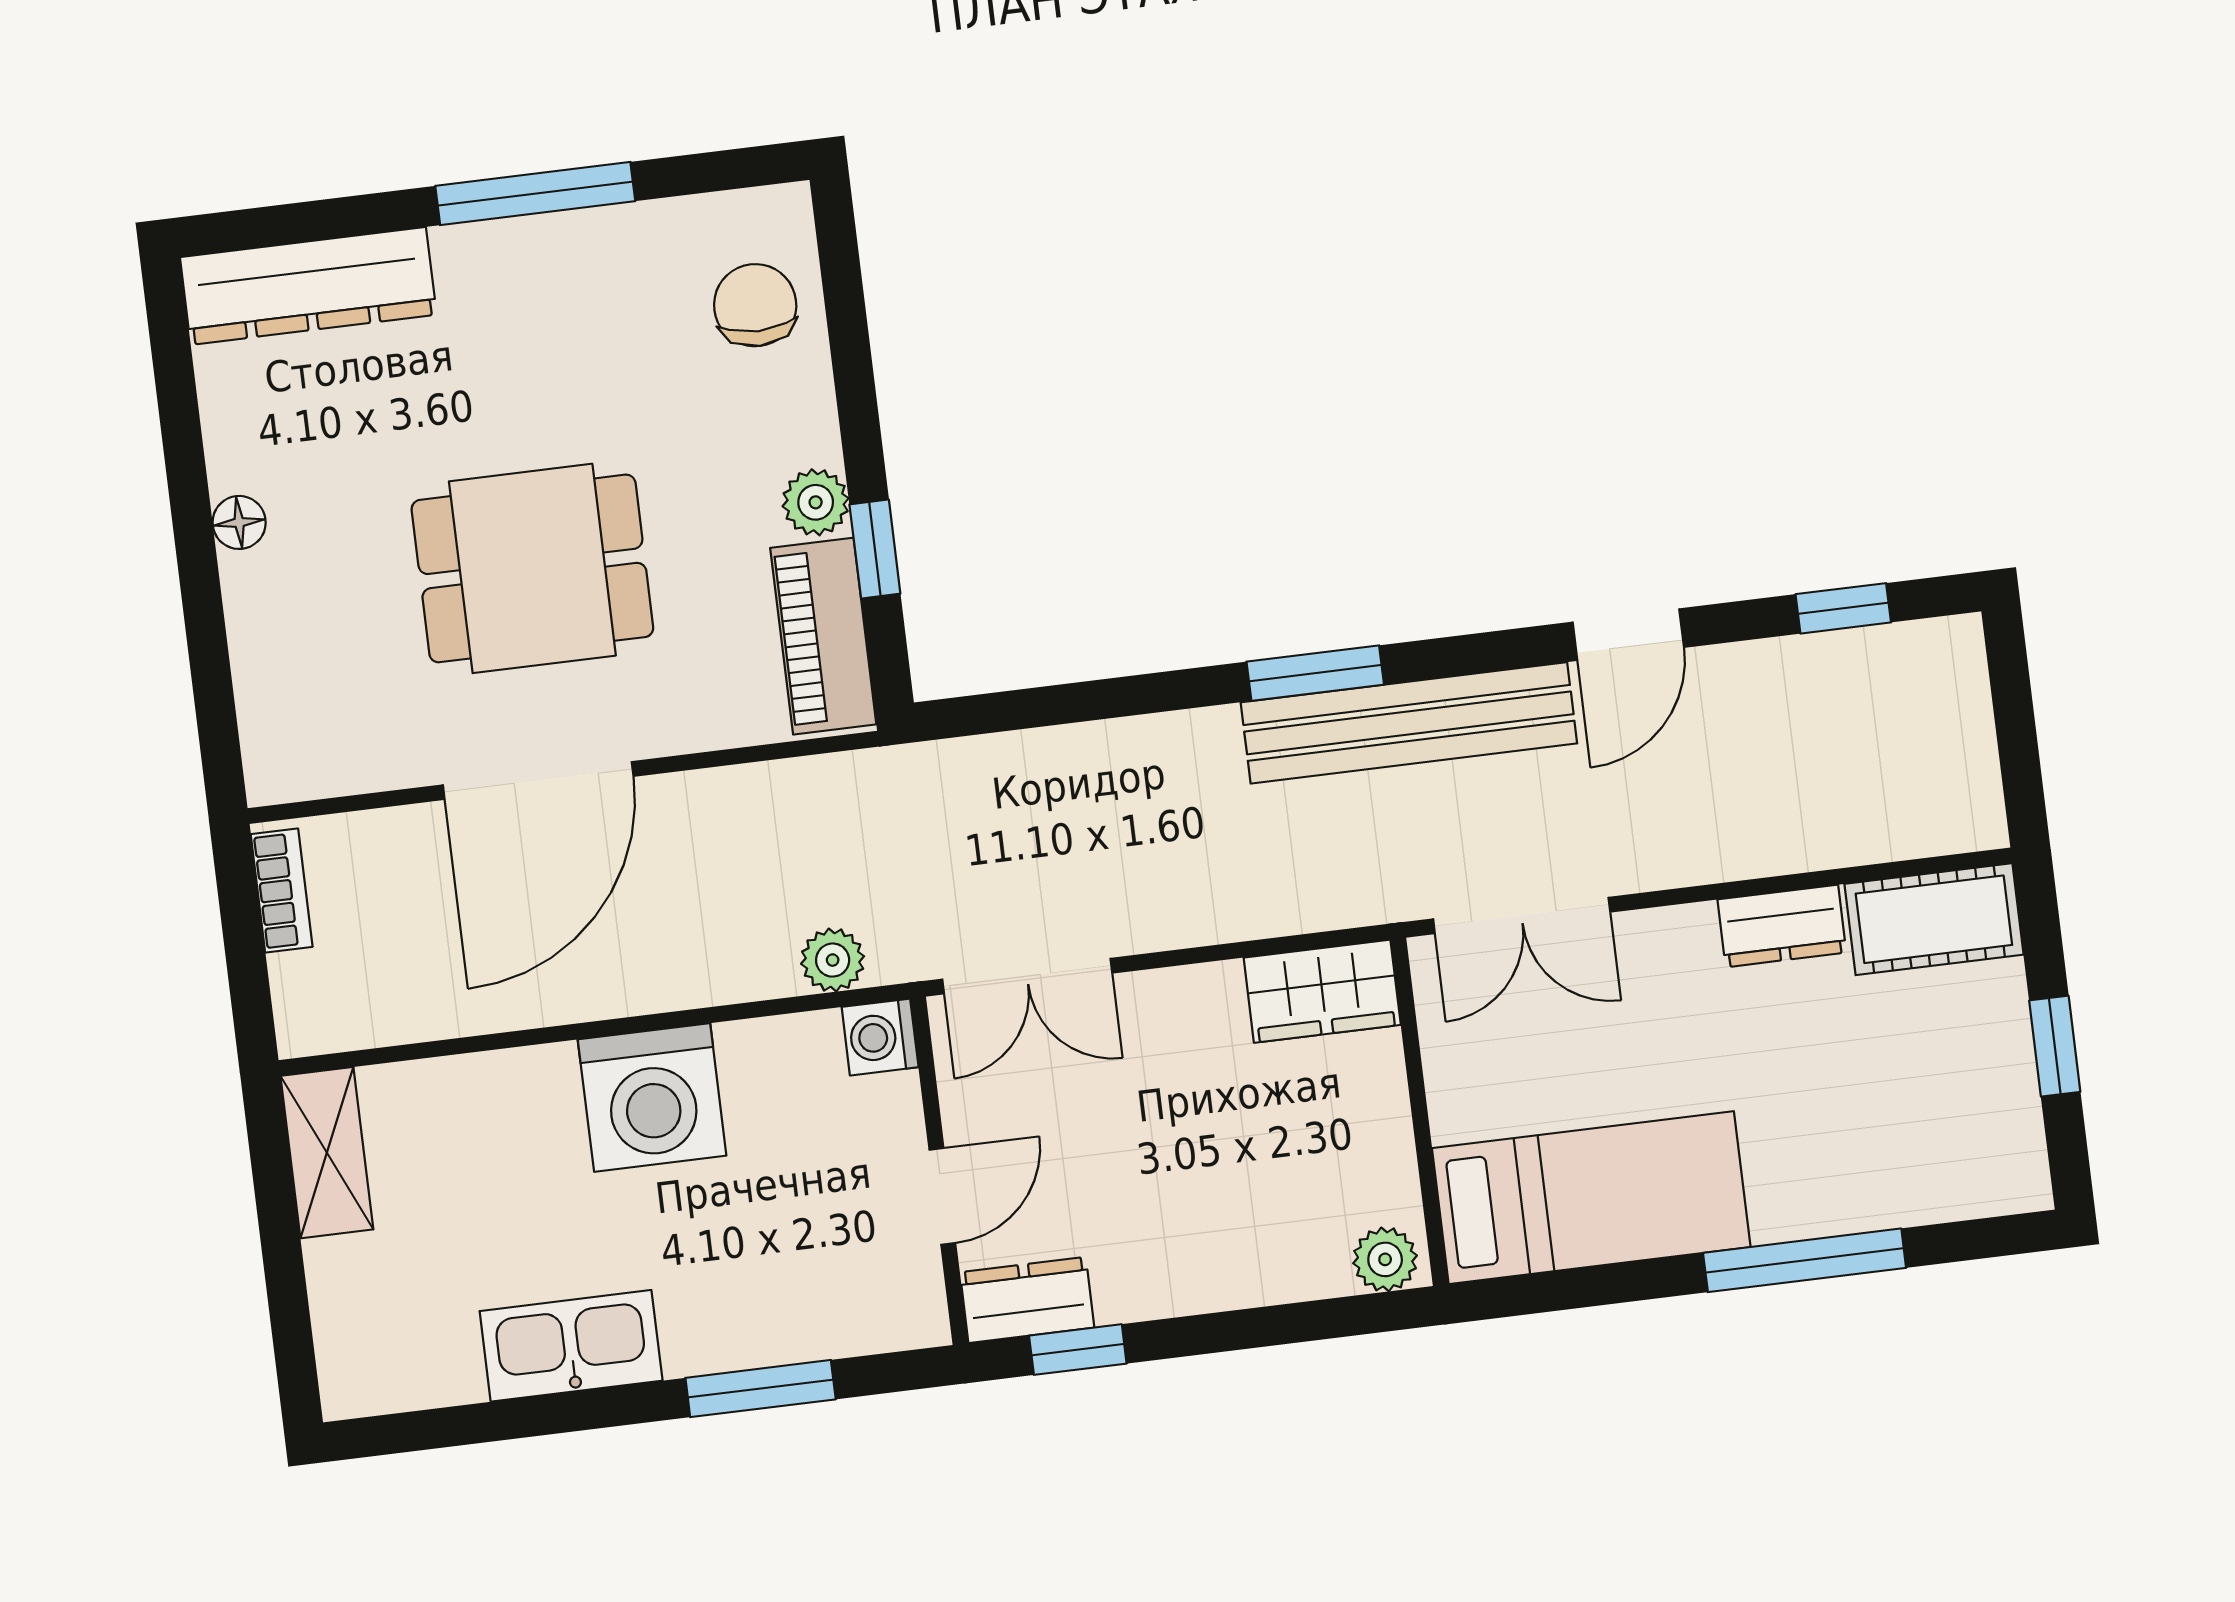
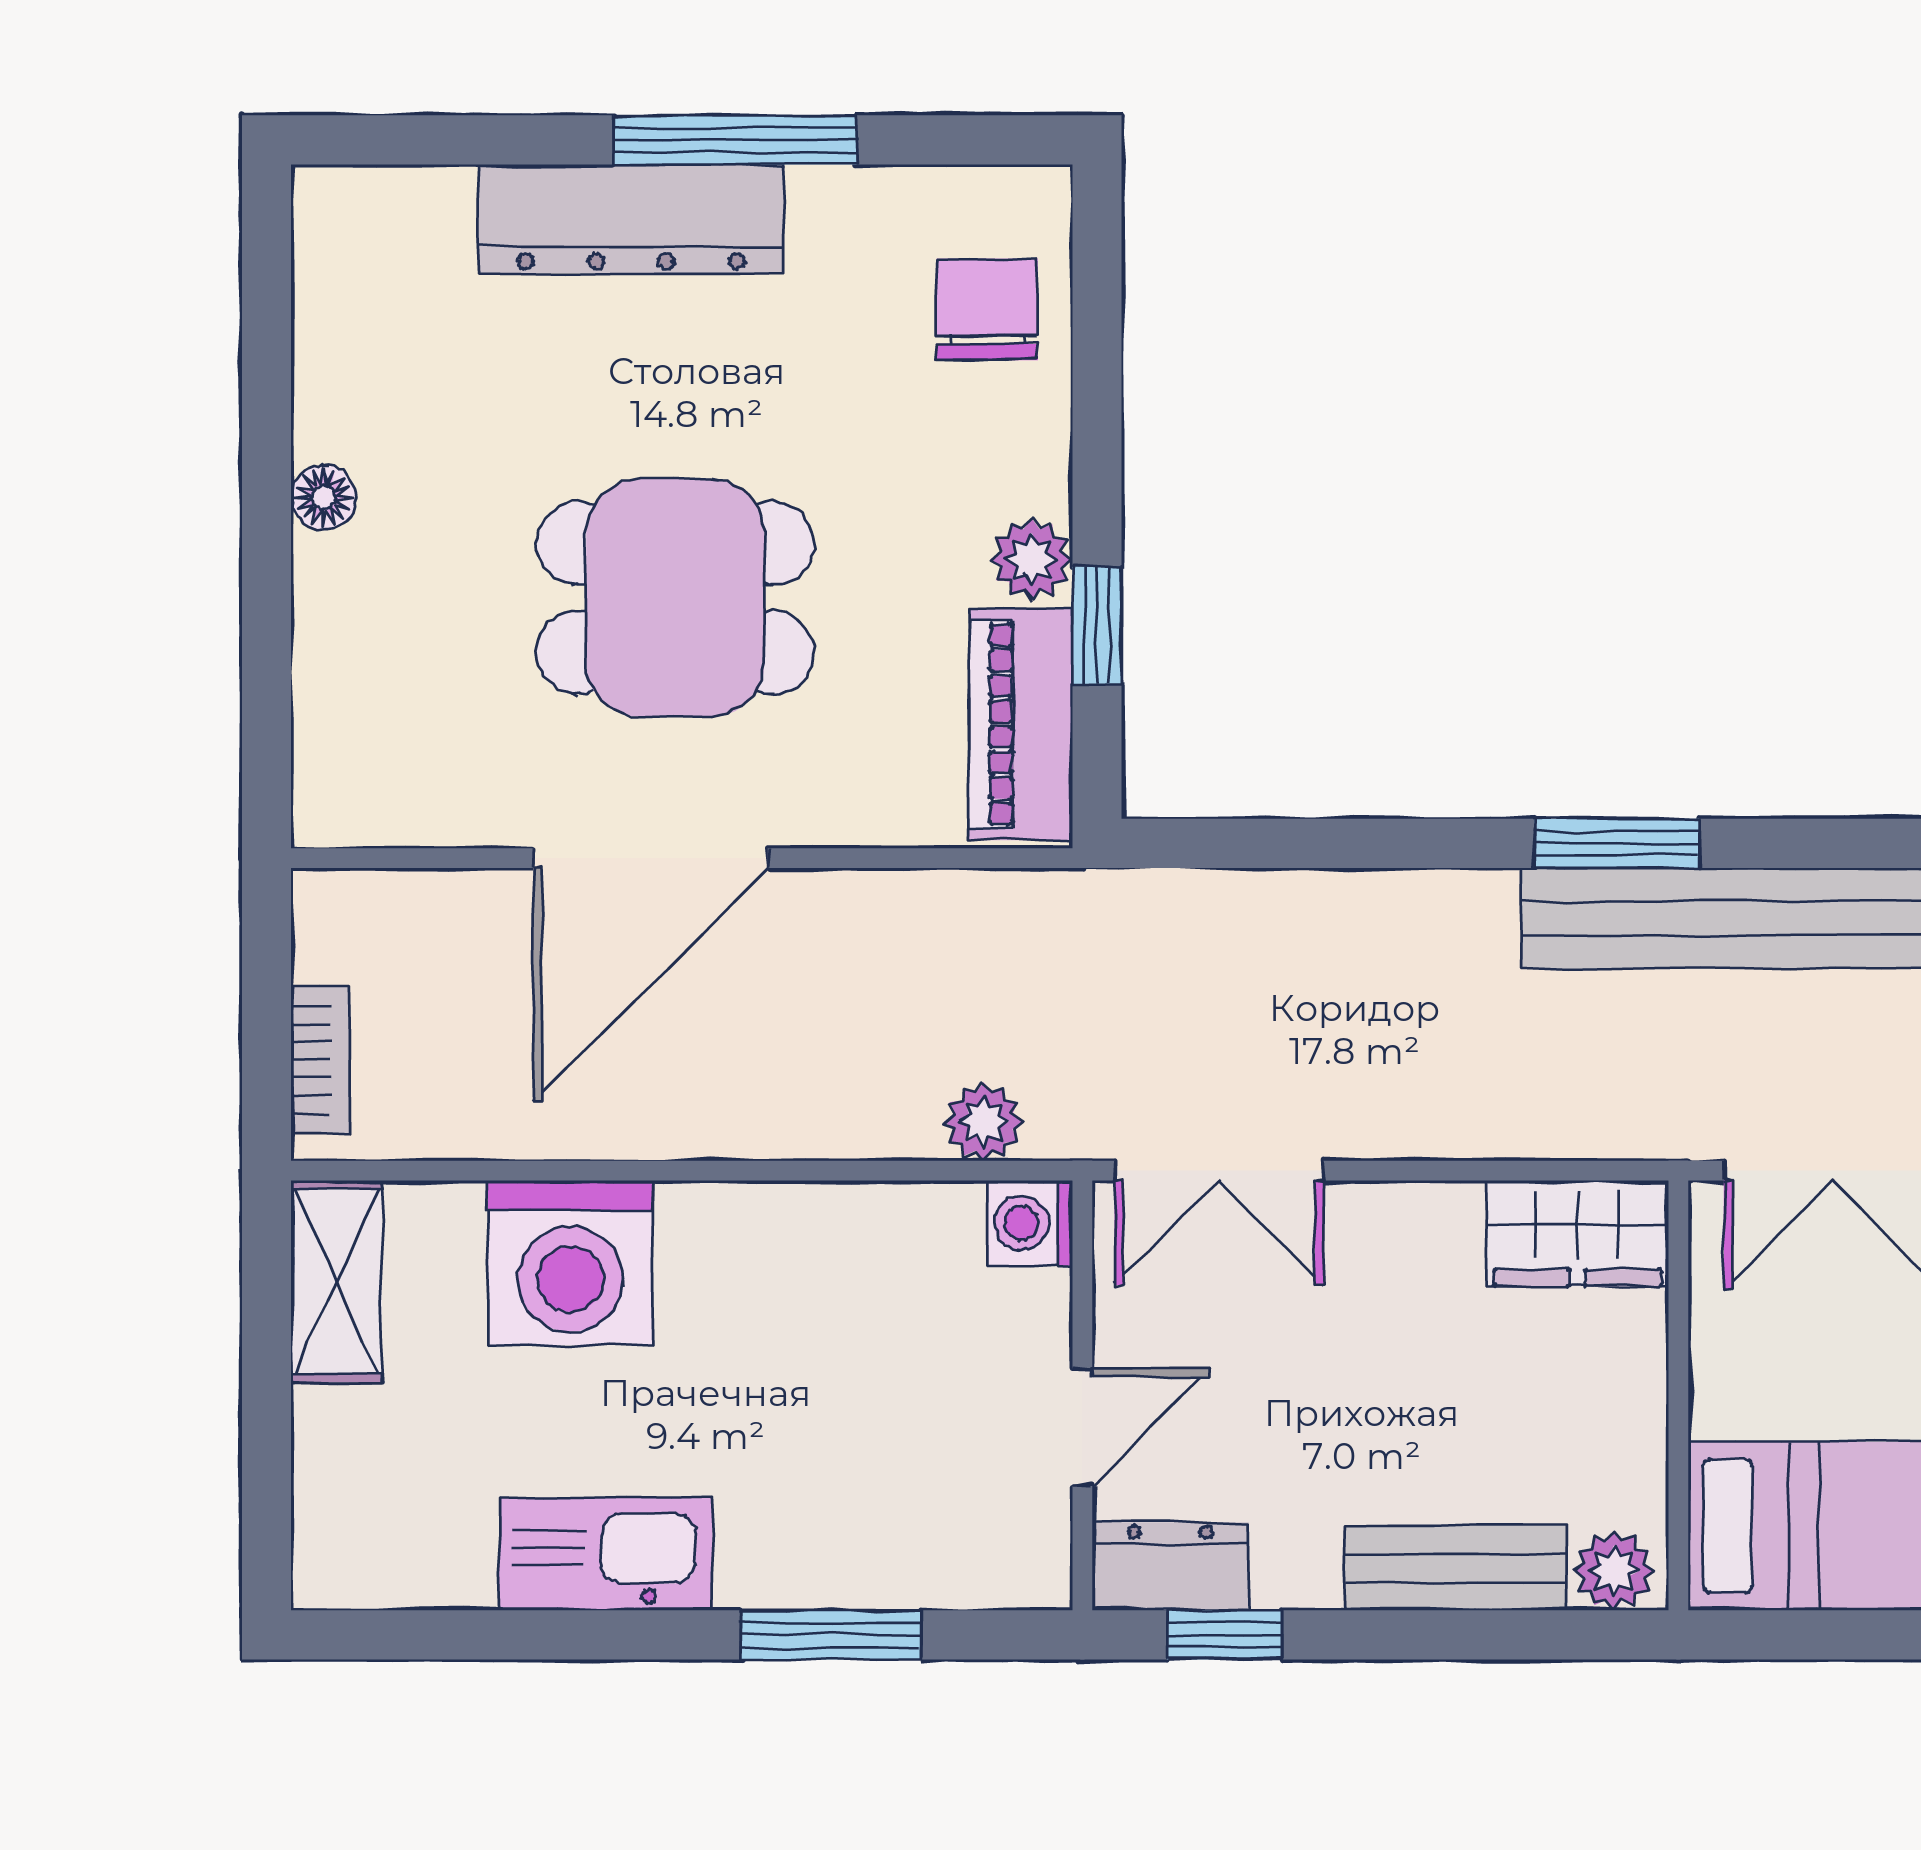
dresser: (308, 286) -> (631, 219), moved
bookcase: (282, 890) -> (320, 1060), moved
washing machine: (652, 1097) -> (570, 1263), moved
bench: (1257, 1273) -> (1456, 1568), added

